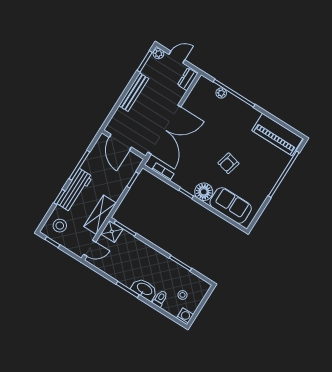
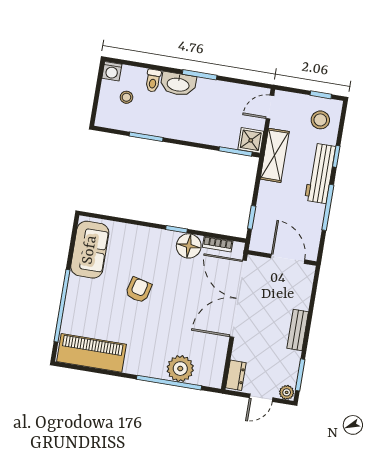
bench: (134, 92) -> (298, 330), width x0.73
plant: (221, 93) -> (180, 369), width x1.87, depth x1.87
floor lamp: (204, 192) -> (189, 246), moved
sofa: (231, 205) -> (90, 250), moved, turned -90

